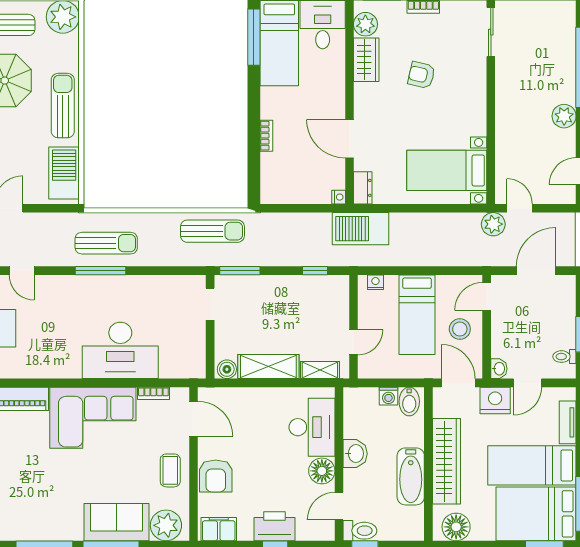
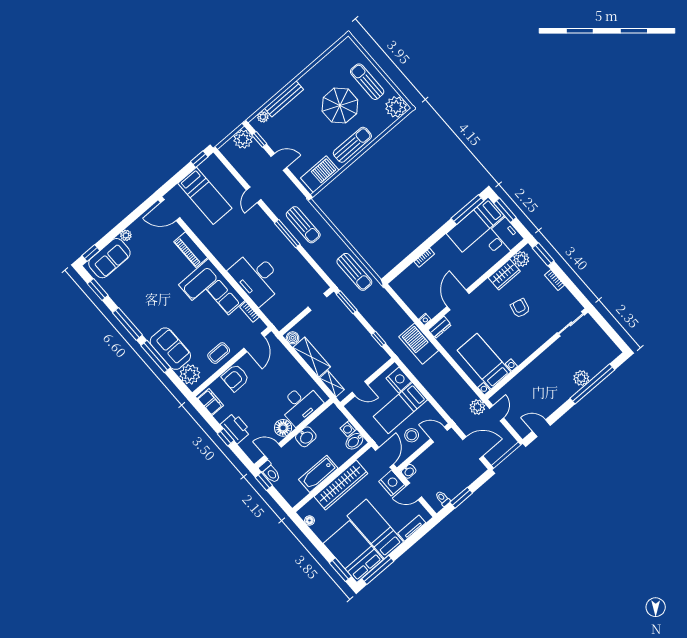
plant: (564, 116) -> (581, 378), moved
nightstand: (375, 282) -> (399, 380), width x1.89, depth x1.79
floor lamp: (456, 527) -> (309, 520), width x0.53, depth x0.53

